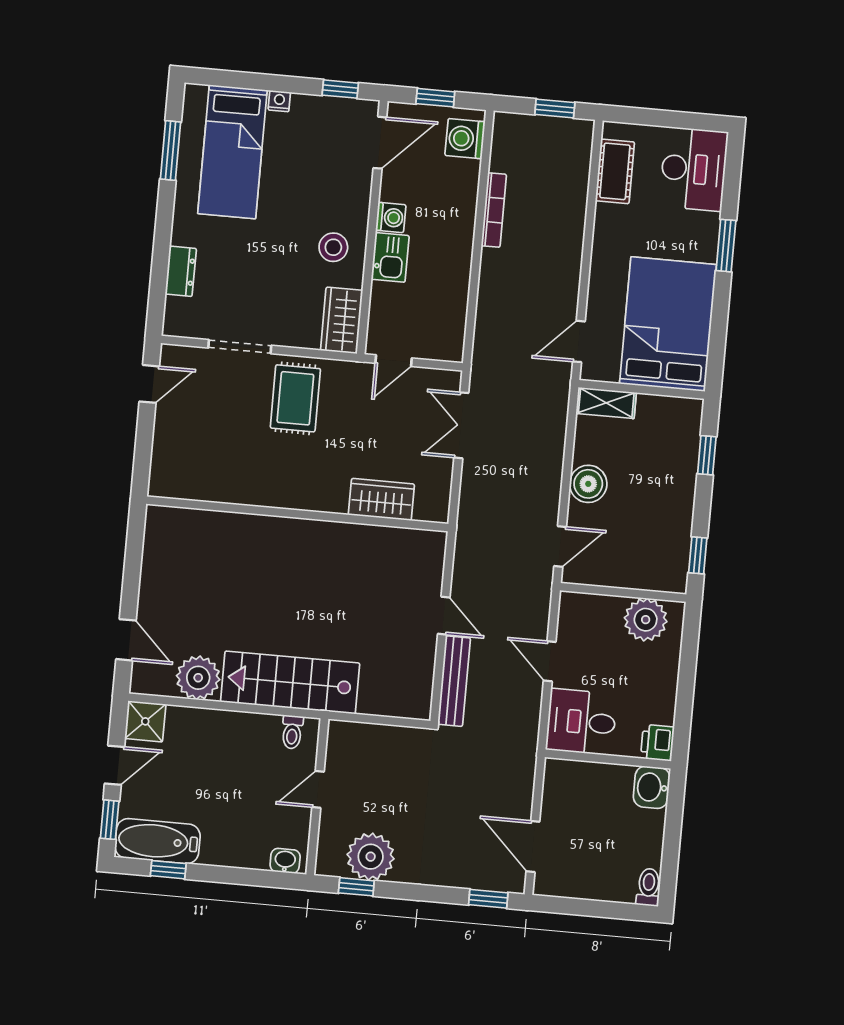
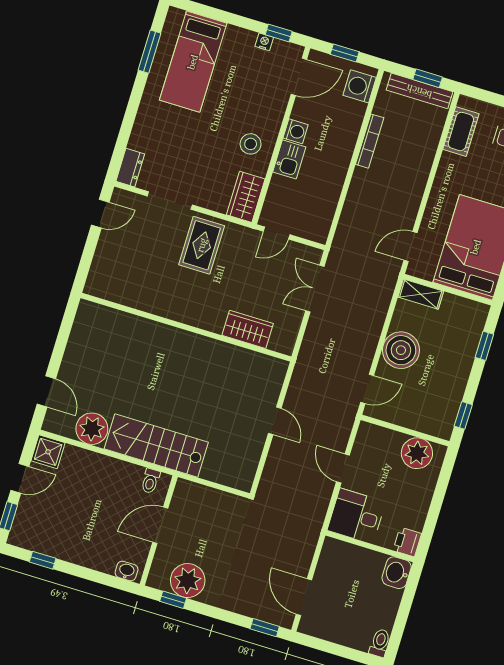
nightstand: (279, 101) -> (264, 42), moved
dresser: (181, 271) -> (130, 168), moved
boiler: (588, 484) -> (401, 350), width x1.37, depth x1.37
bench: (454, 681) -> (419, 91), moved, turned 90
door: (318, 789) -> (160, 525), width x1.38
bathtub: (157, 841) -> (39, 538), removed

